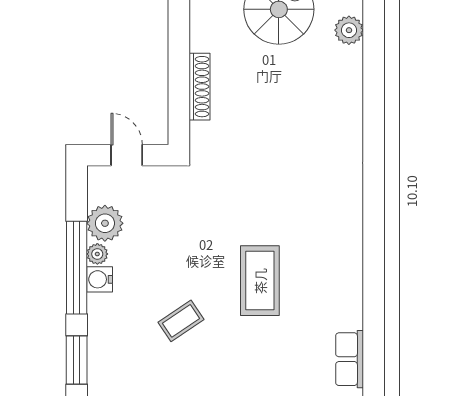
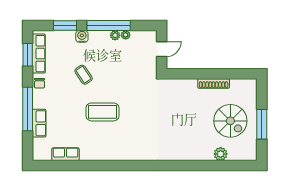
shoe rack: (200, 87) -> (214, 83), moved
plant: (105, 223) -> (126, 35), width x0.53, depth x0.53
water cooler: (100, 279) -> (82, 36), moved

